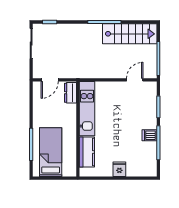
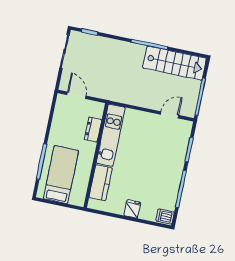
door: (50, 80) -> (76, 95), swing flipped
dresser: (70, 93) -> (93, 130), moved
dishwasher: (149, 135) -> (165, 216), moved

